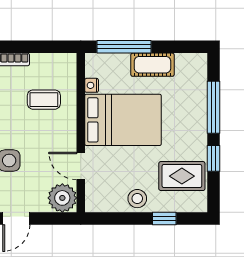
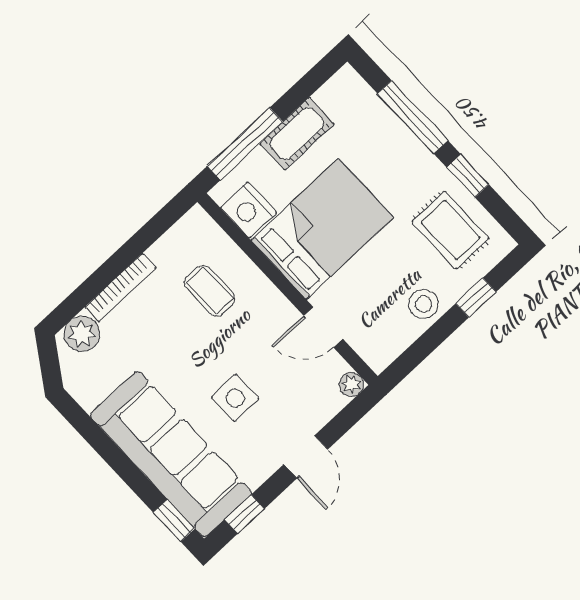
nightstand: (92, 85) -> (248, 210), width x1.89, depth x1.79
coffee table: (44, 100) -> (210, 291), turned 90
rug: (182, 176) -> (450, 230), turned 90
plant: (62, 198) -> (351, 384), width x0.53, depth x0.53

